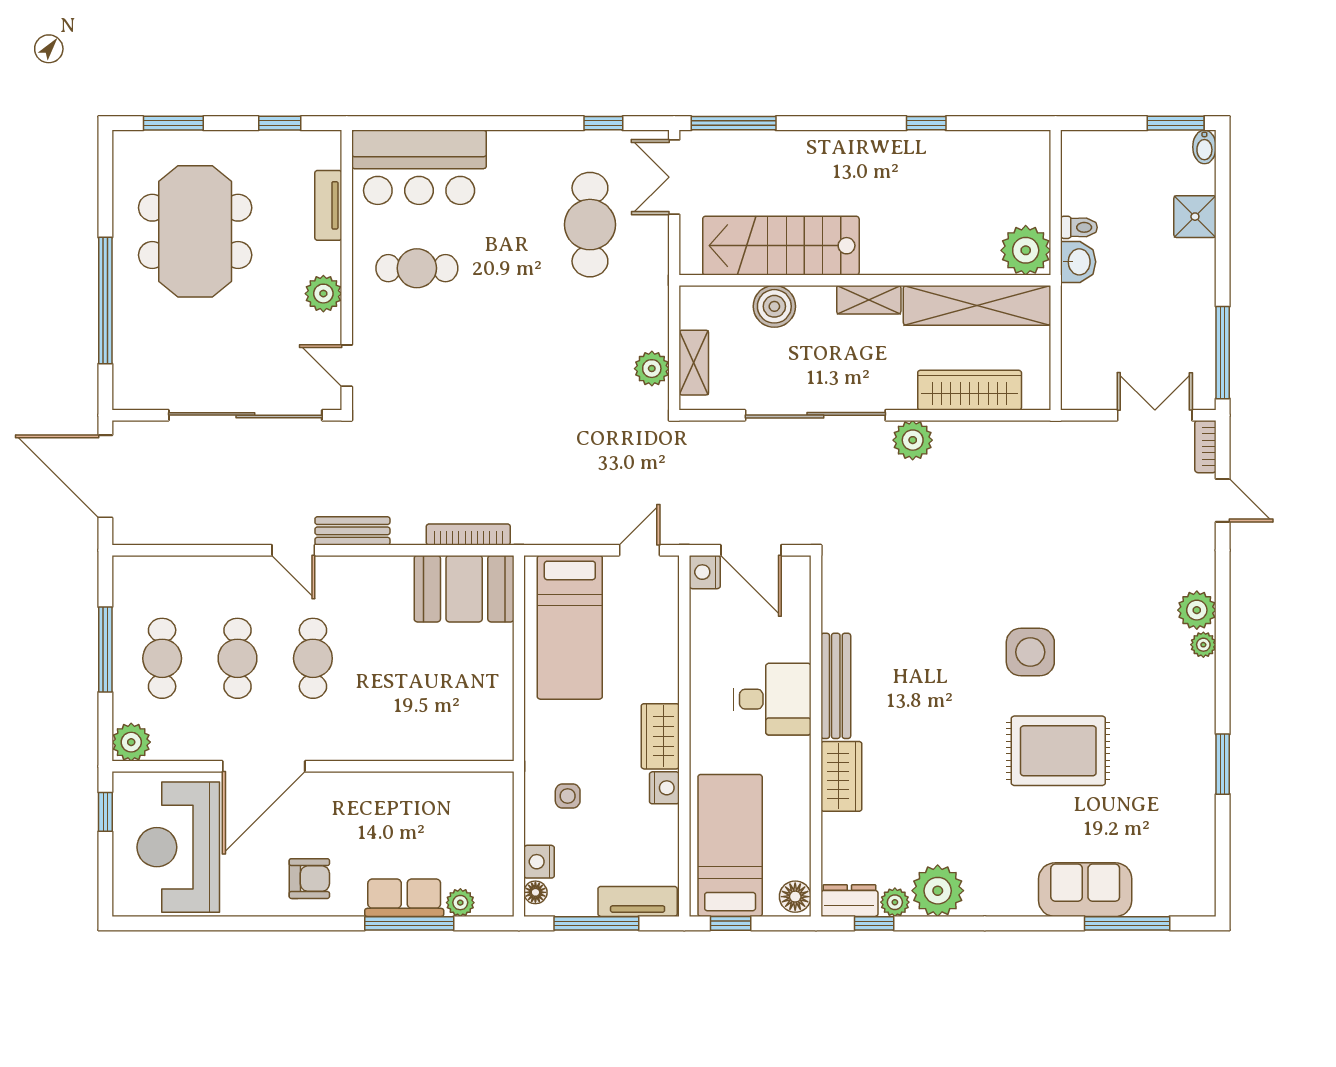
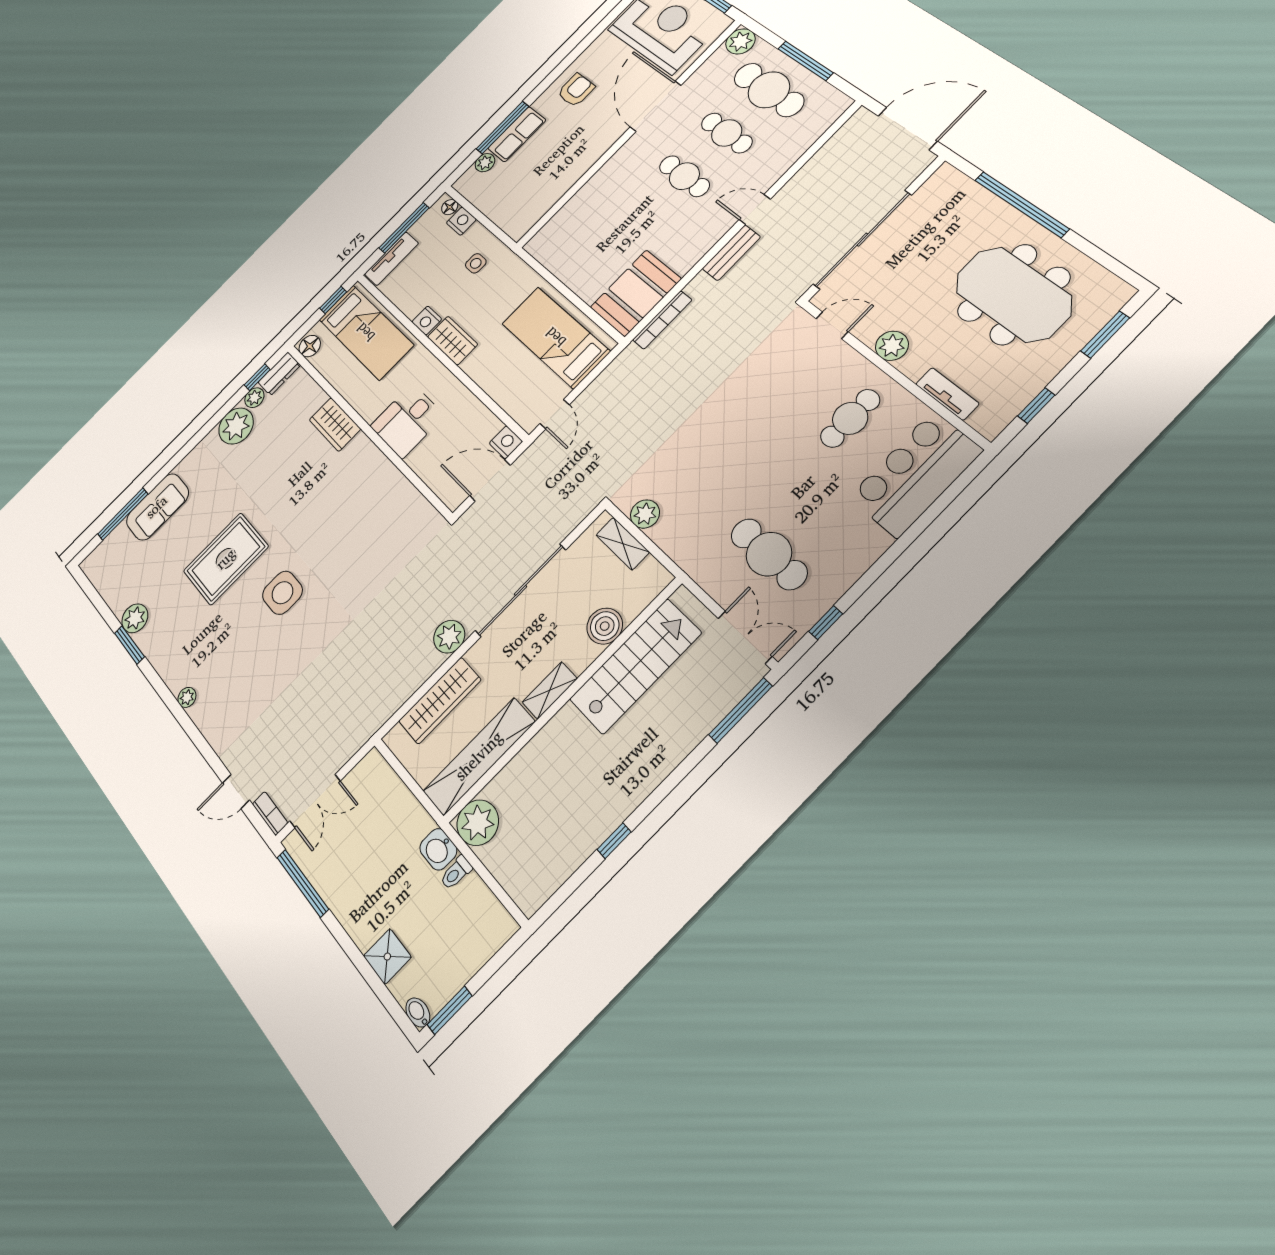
plant: (1197, 610) -> (135, 618), moved
cafe table: (162, 658) -> (769, 90), width x1.37, depth x1.35
bench: (836, 686) -> (378, 464), removed
armchair: (309, 879) -> (576, 90), turned 180

